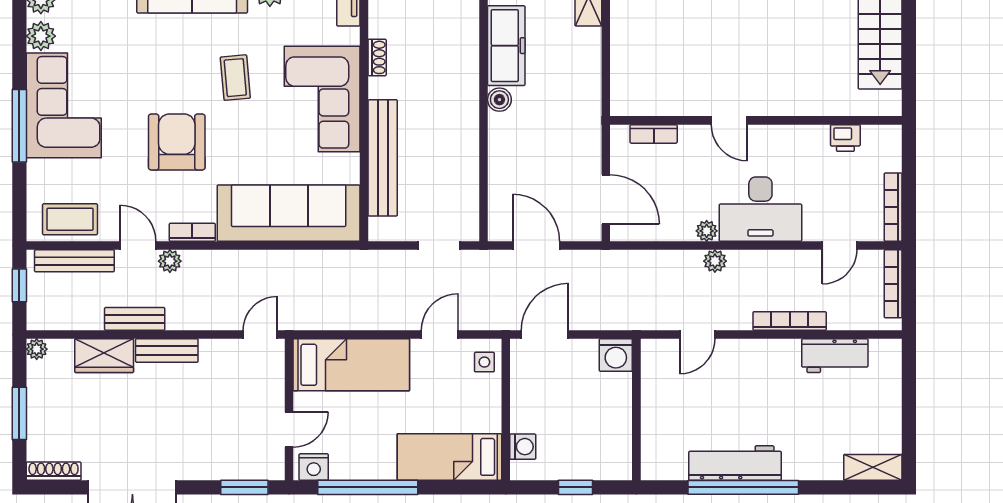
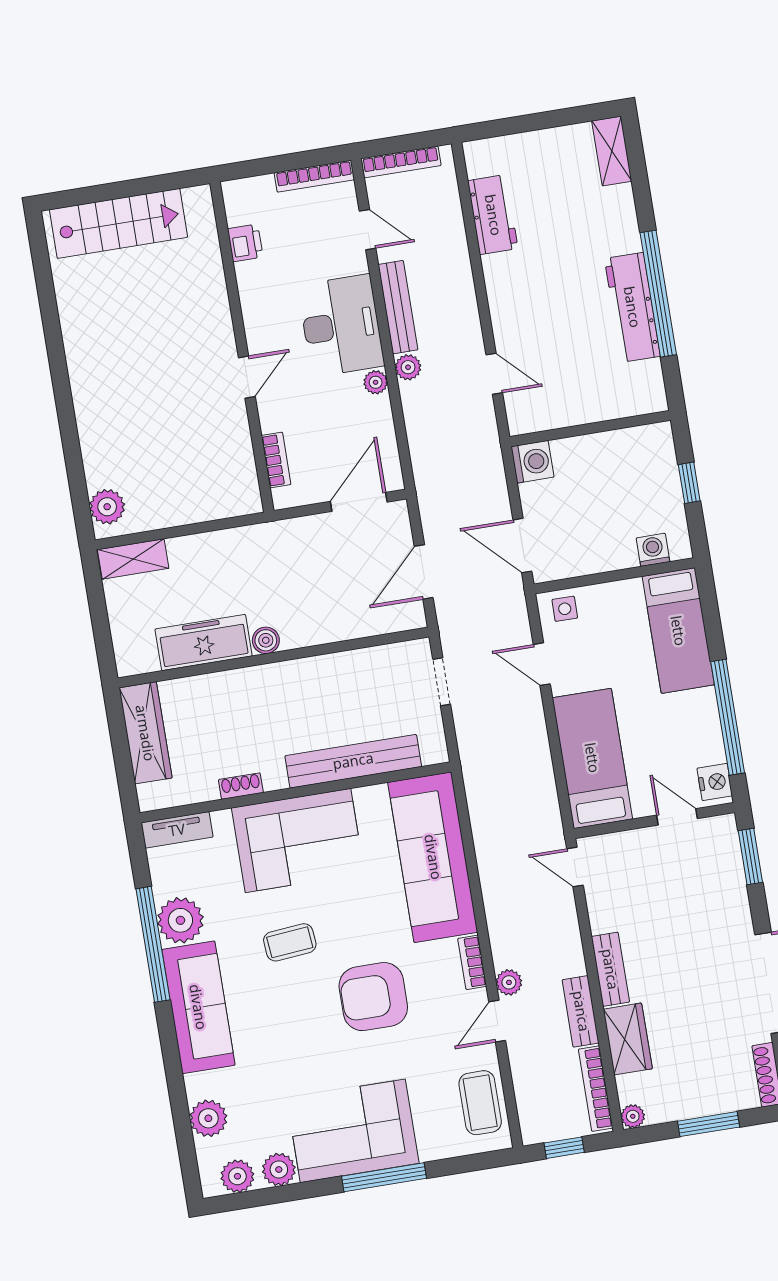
bench: (74, 261) -> (398, 307), moved
bookcase: (790, 321) -> (596, 1089), moved

